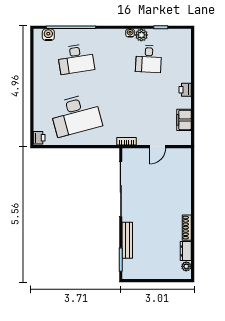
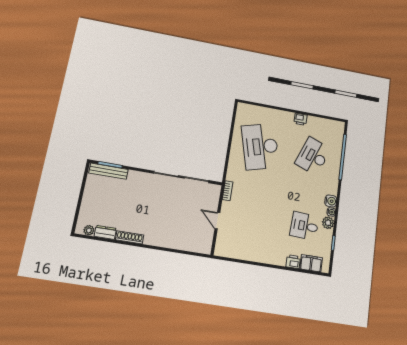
water cooler: (48, 35) -> (331, 201), moved
desk: (76, 59) -> (313, 156), turned 30
printer: (185, 90) -> (293, 262), moved
filing cabinet: (184, 120) -> (311, 263), moved
printer: (39, 138) -> (301, 119), moved
bench: (127, 240) -> (108, 171), moved

